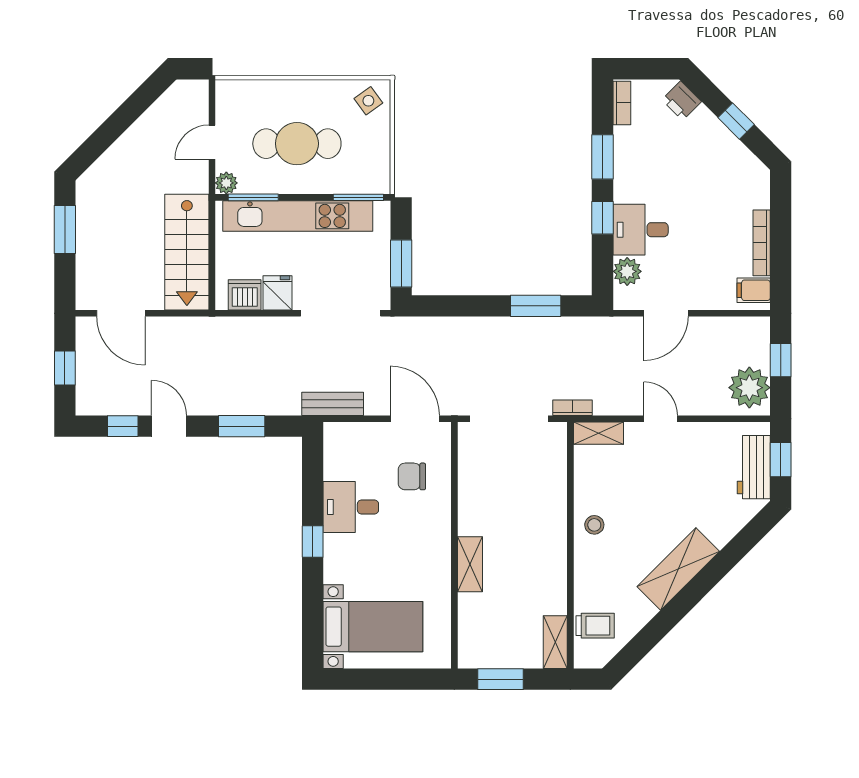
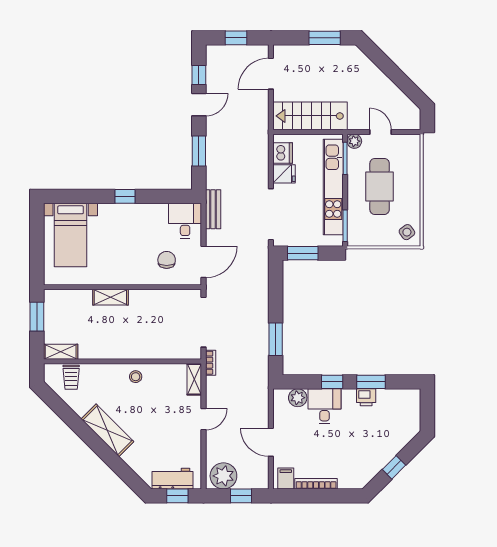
printer: (682, 101) -> (366, 397), moved, turned -135
bookcase: (622, 103) -> (406, 394), removed
door: (666, 313) -> (271, 442), moved
desk: (351, 507) -> (185, 221), moved

